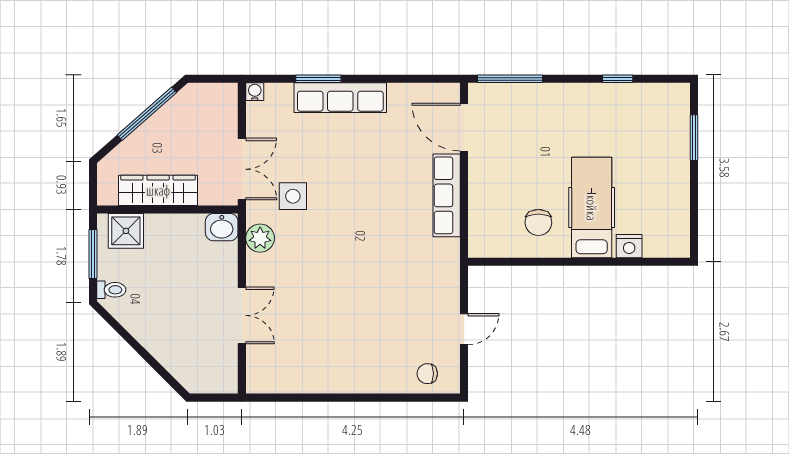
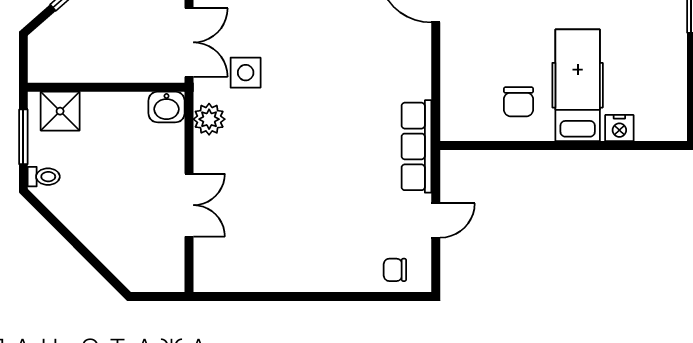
wardrobe: (158, 190) -> (96, 66), removed
row of seats: (447, 195) -> (416, 146), moved

